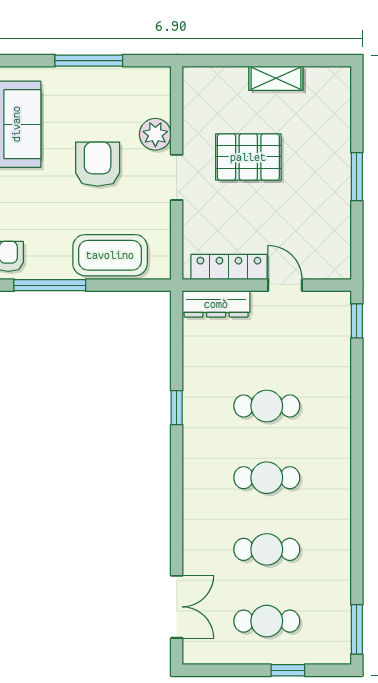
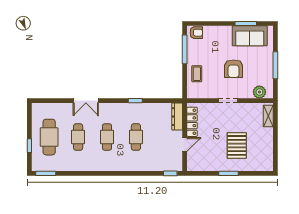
shelving: (276, 78) -> (268, 116), moved
plant: (155, 134) -> (259, 92), moved
pallet: (248, 157) -> (237, 145), moved
armchair: (98, 164) -> (234, 69), turned 90
coffee table: (110, 255) -> (197, 74), width x0.54, depth x0.58
double door: (177, 607) -> (86, 101), moved
cafe table: (267, 621) -> (49, 137), width x1.37, depth x1.35

